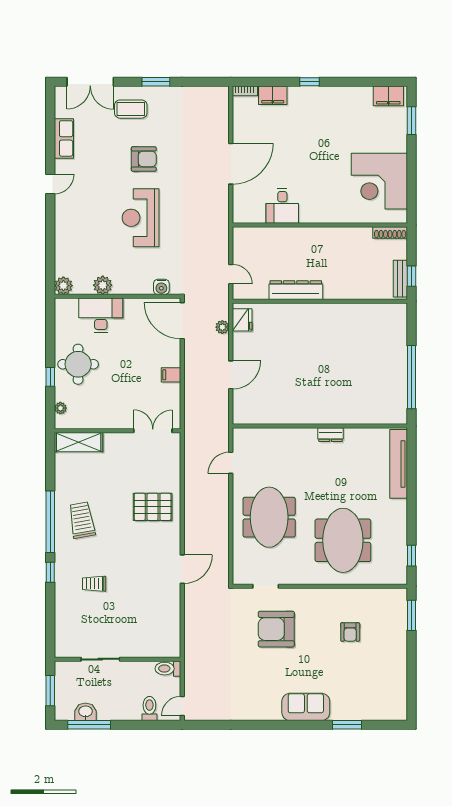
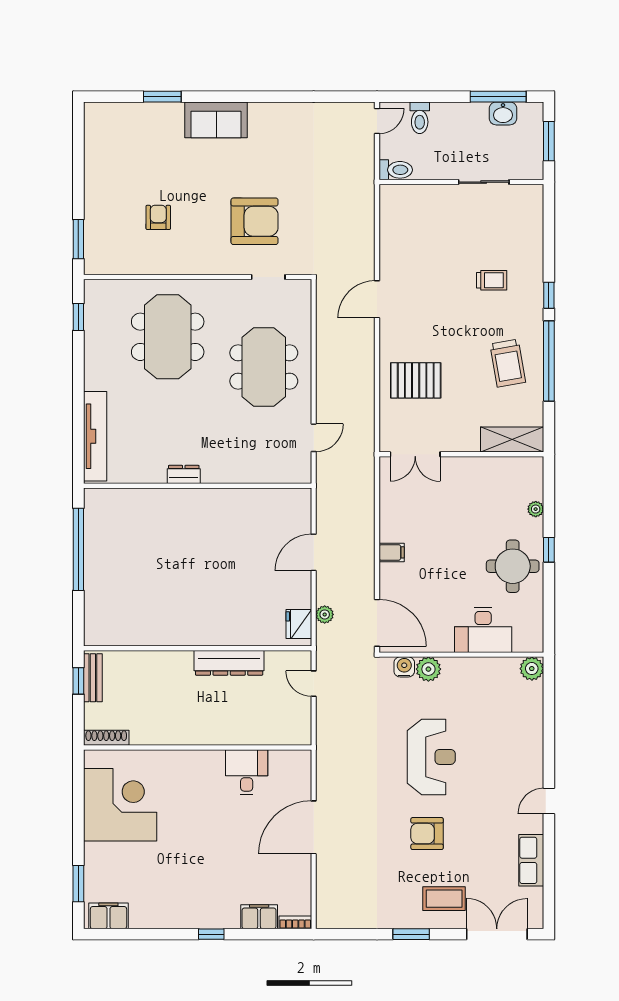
plant: (103, 285) -> (428, 669), moved
wall: (117, 431) -> (461, 454), moved
double door: (153, 431) -> (415, 454), moved
shelving: (79, 442) -> (512, 439), moved

